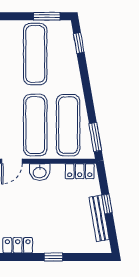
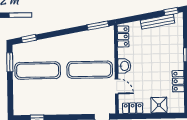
exercise mat: (68, 125) -> (89, 46), removed
window: (107, 204) -> (171, 11), moved

